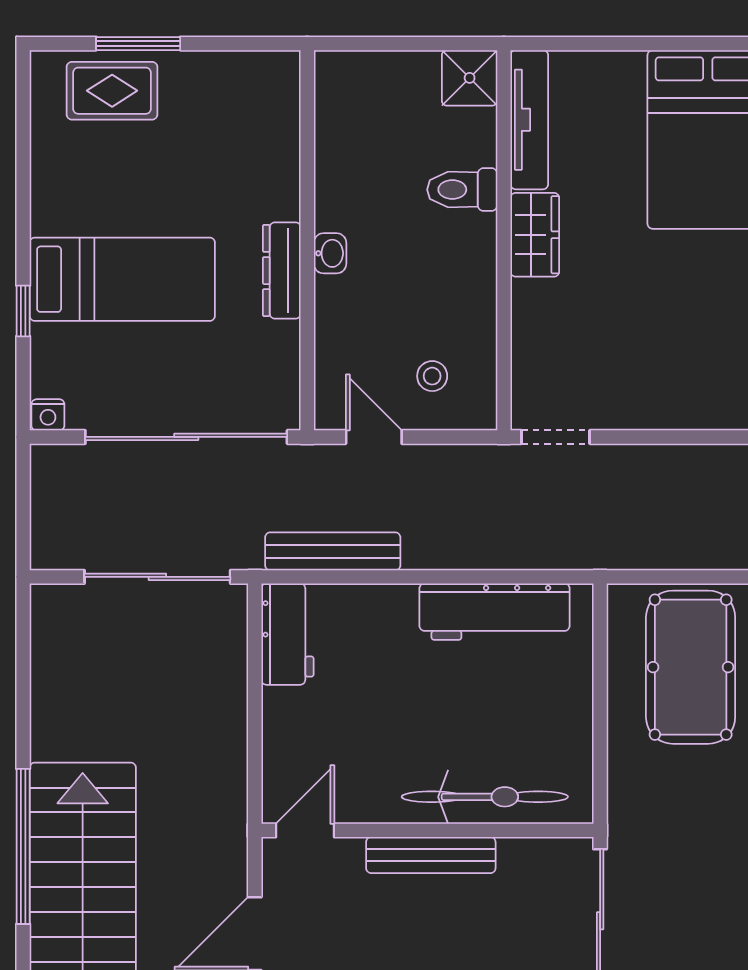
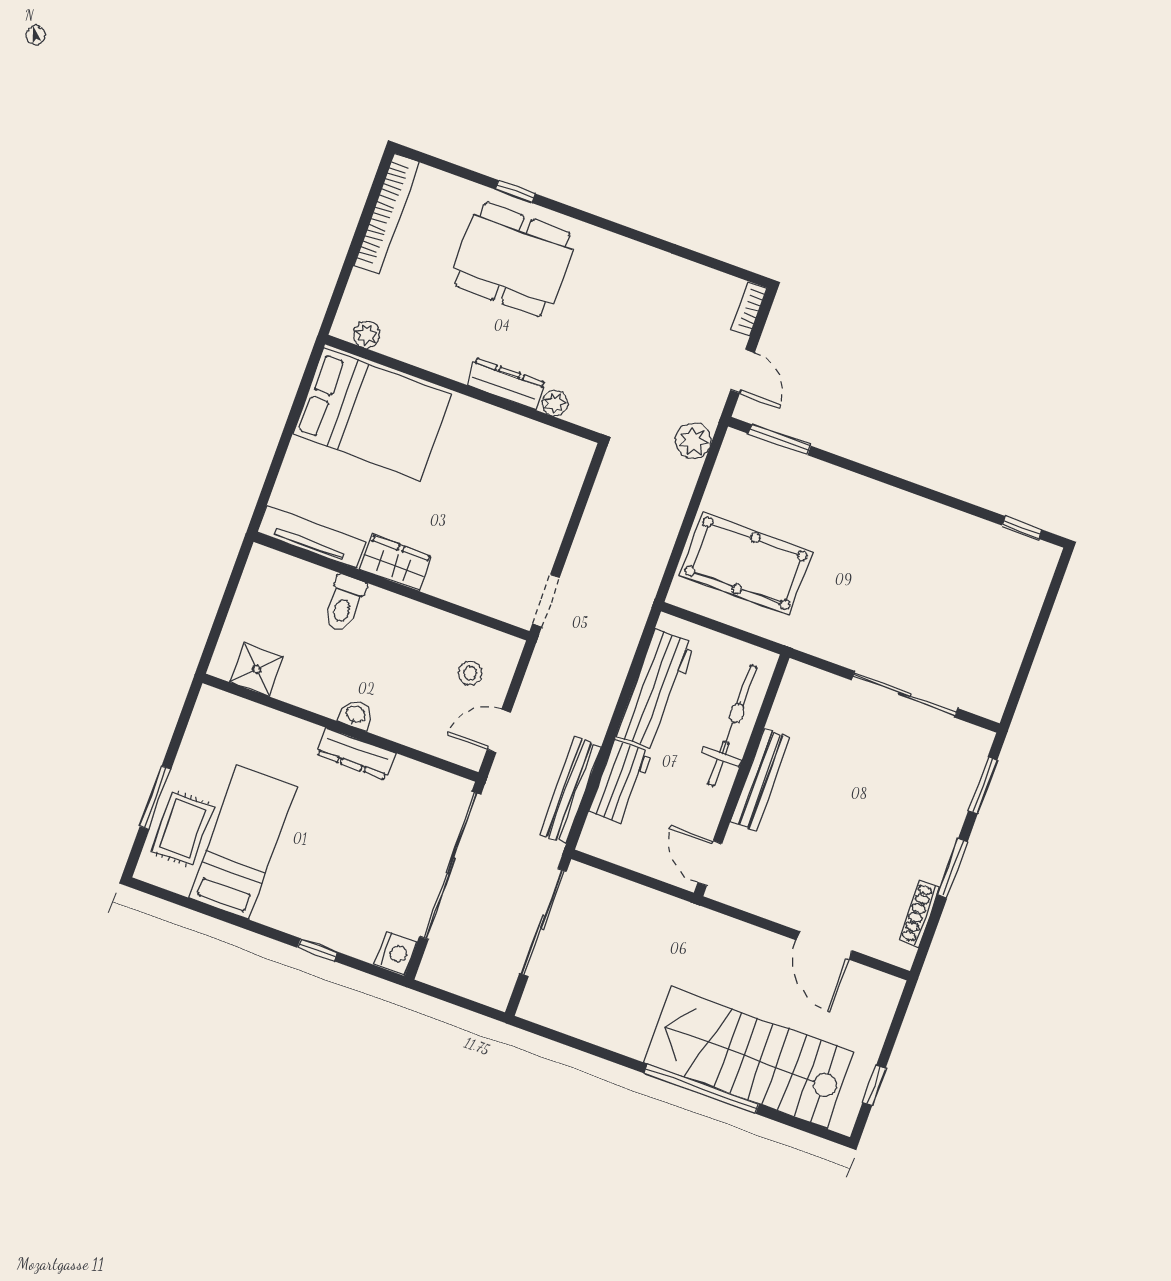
shower: (470, 78) -> (257, 669), moved
bed: (122, 279) -> (243, 842), moved
nightstand: (48, 415) -> (396, 953), width x1.39, depth x1.35
workbench: (287, 634) -> (620, 782), moved, turned 90
bicycle: (485, 797) -> (732, 725), moved
door: (305, 830) -> (710, 863), moved
wall: (427, 830) -> (742, 775), moved
bench: (431, 855) -> (760, 779), moved

